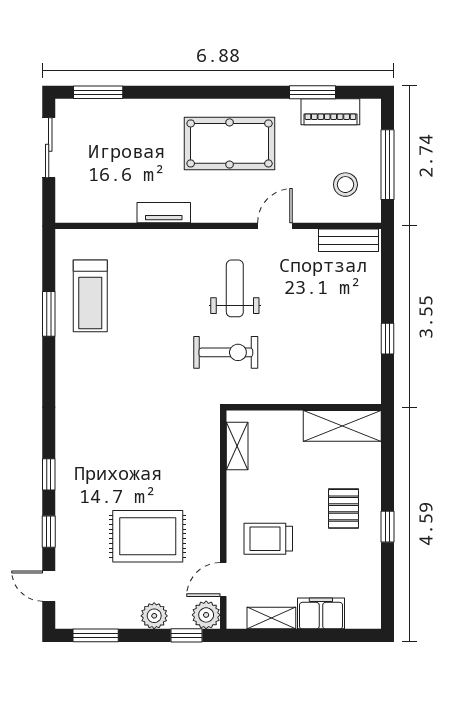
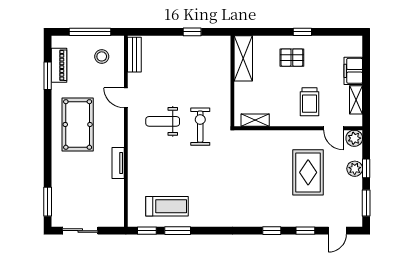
window: (49, 262) -> (147, 231), added
window: (186, 635) -> (366, 168), moved

